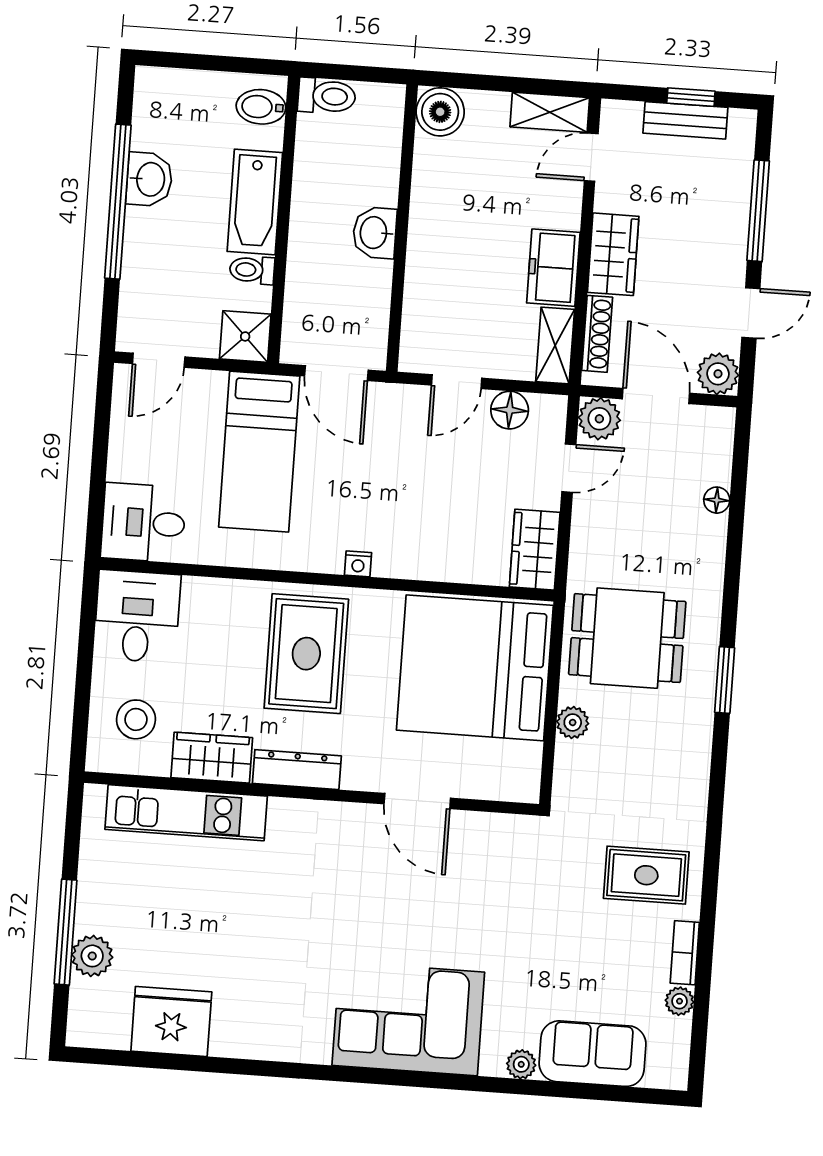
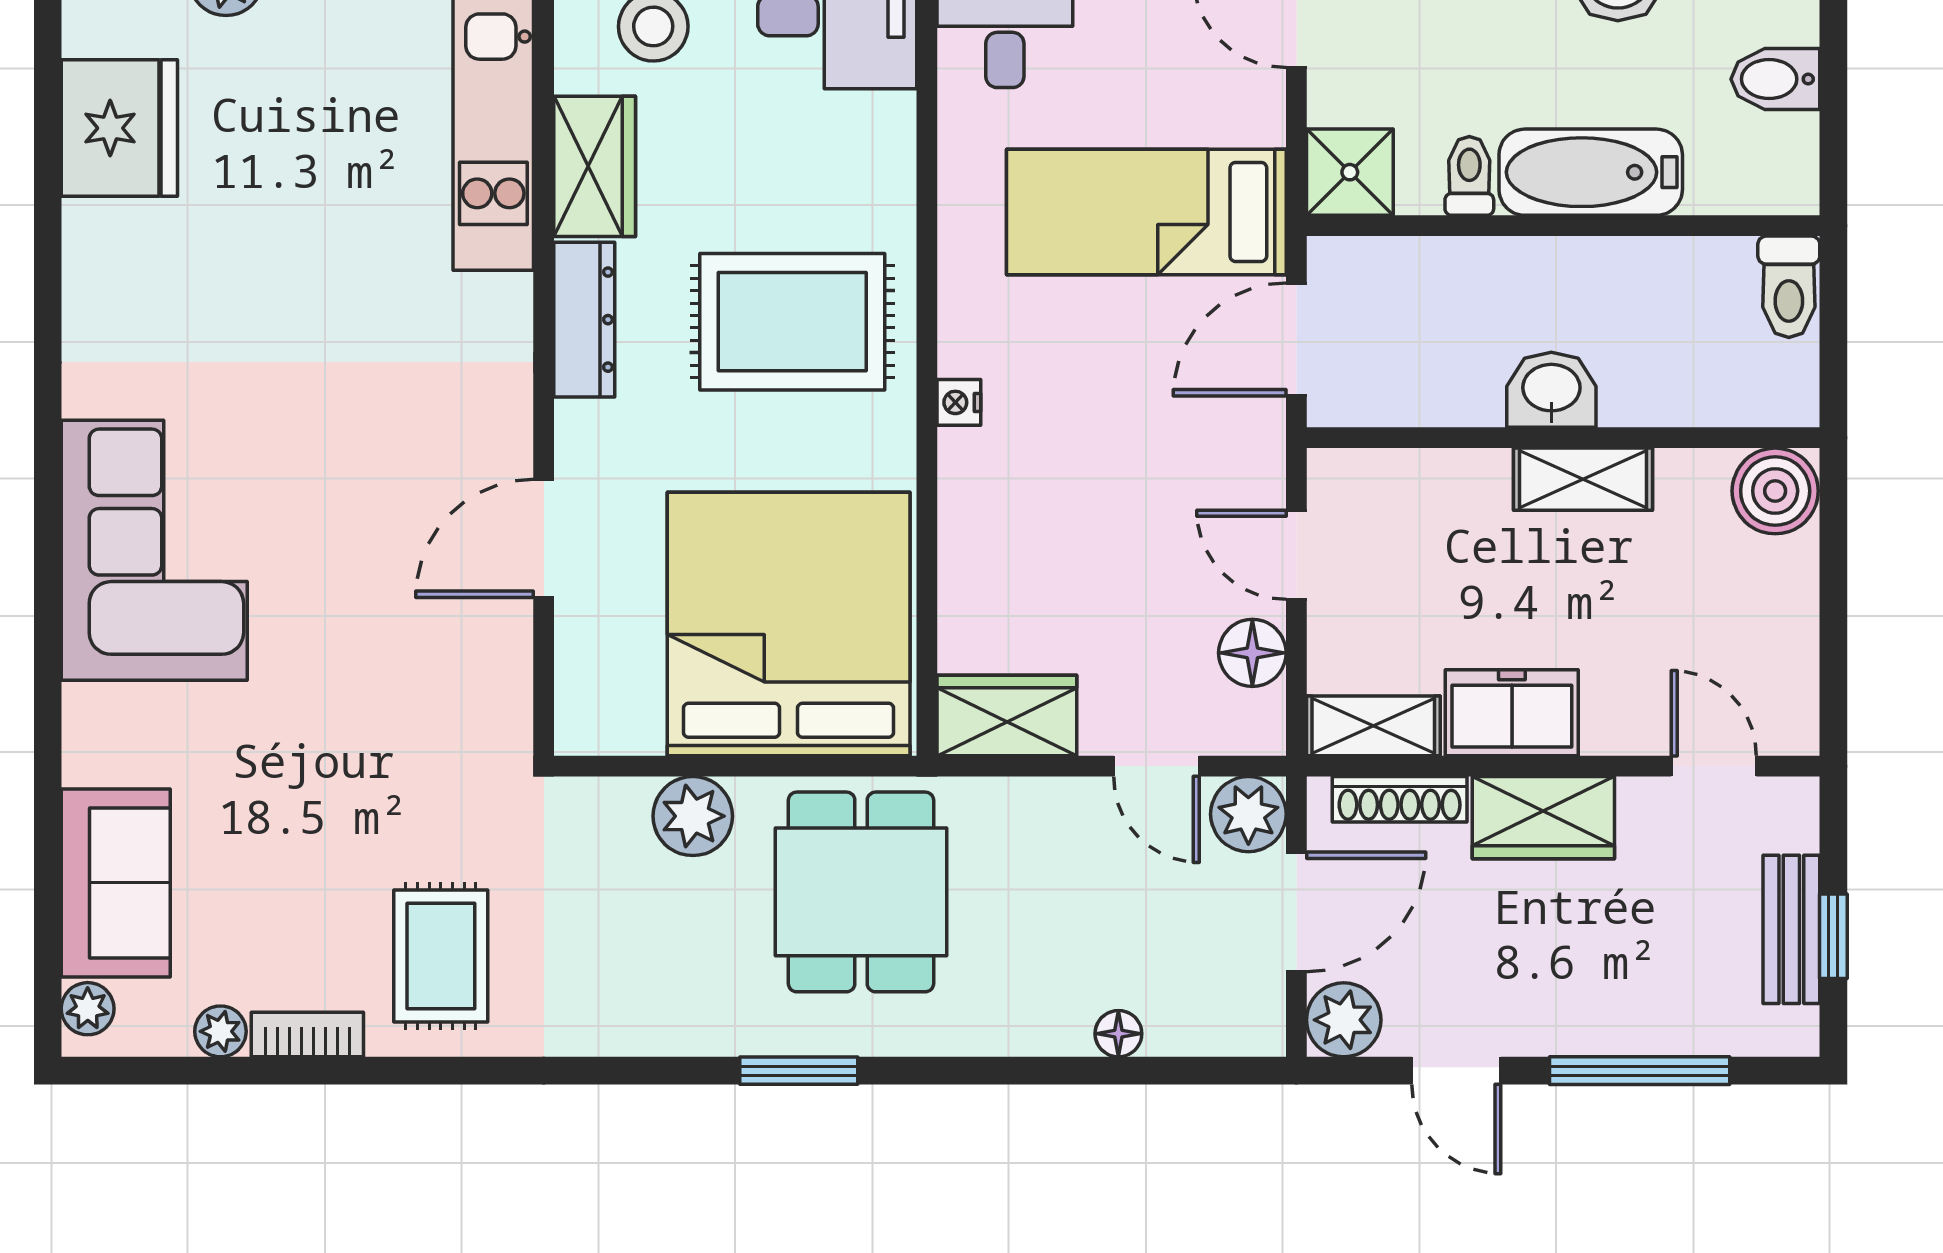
bidet: (261, 107) -> (1775, 79), moved, turned -90
shelving: (550, 112) -> (1583, 479), moved, turned 90
plant: (573, 722) -> (693, 816), width x1.38, depth x1.38
plant: (521, 1064) -> (88, 1009), moved

